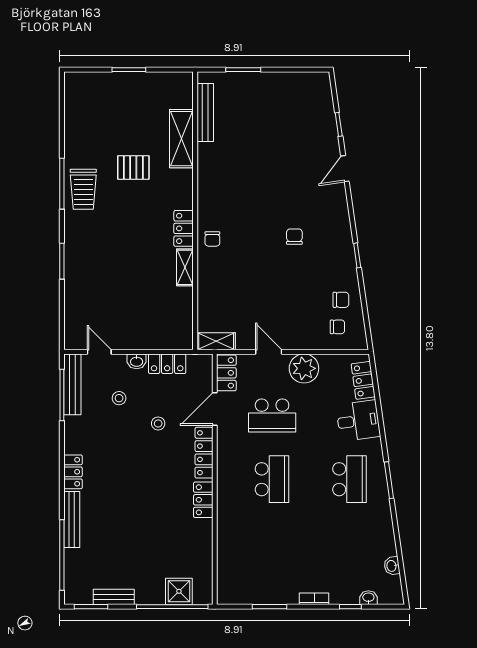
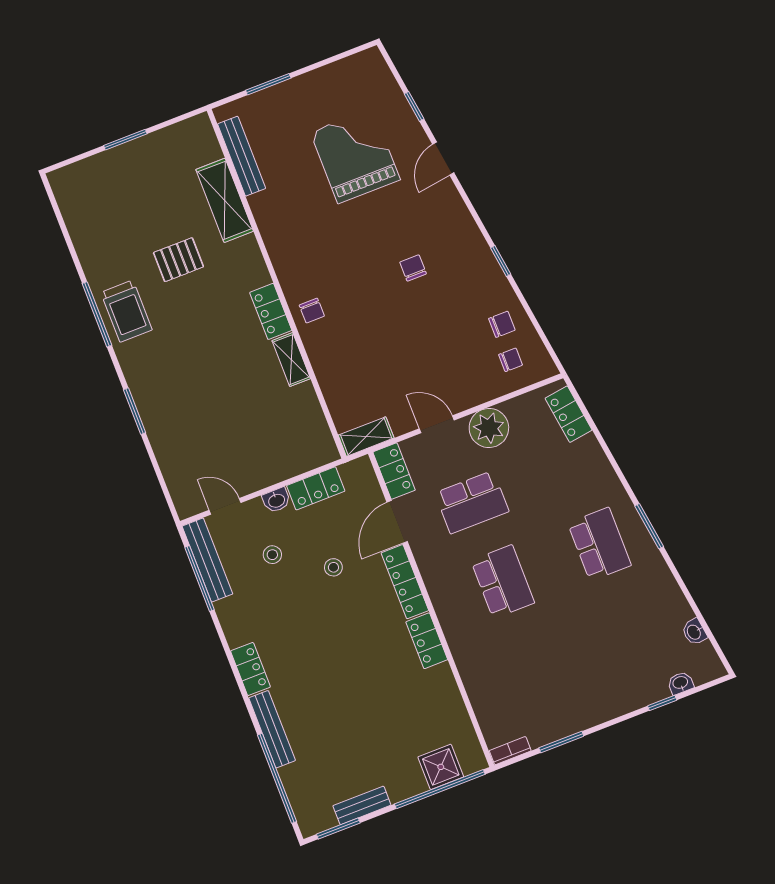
grand piano: (284, 143) -> (355, 156), added
desk: (358, 421) -> (582, 467), removed
bookcase: (314, 599) -> (510, 751), moved

